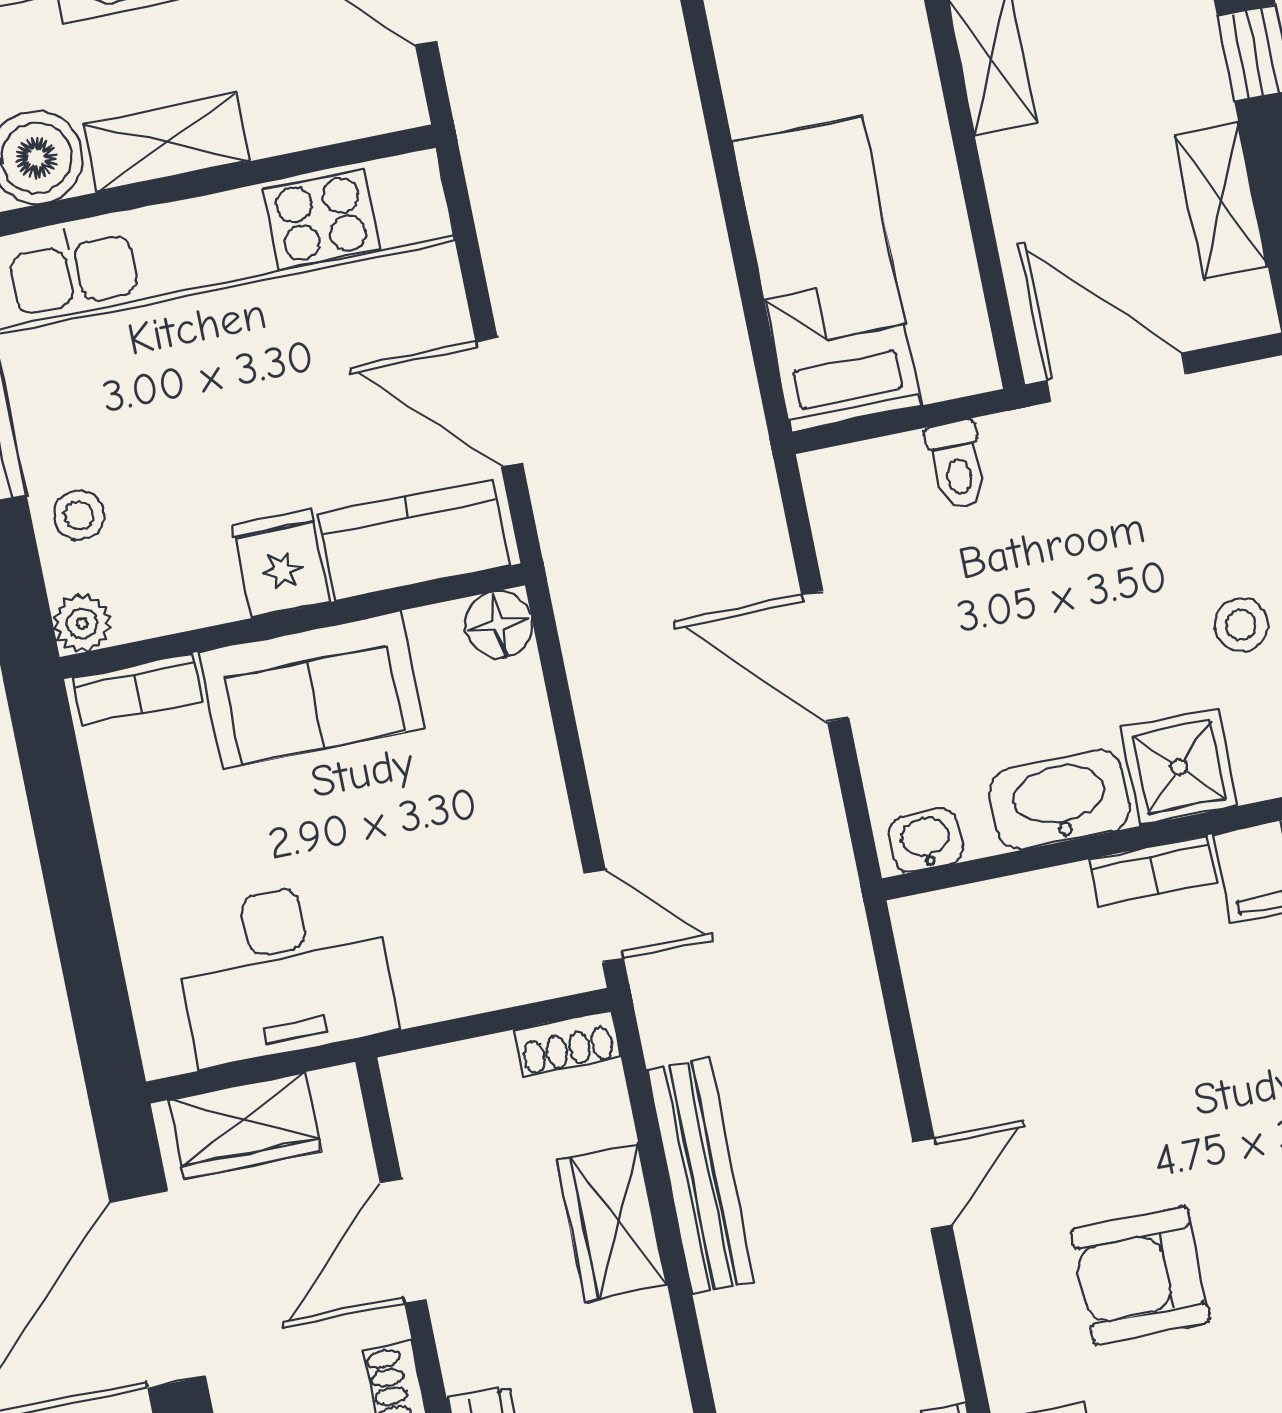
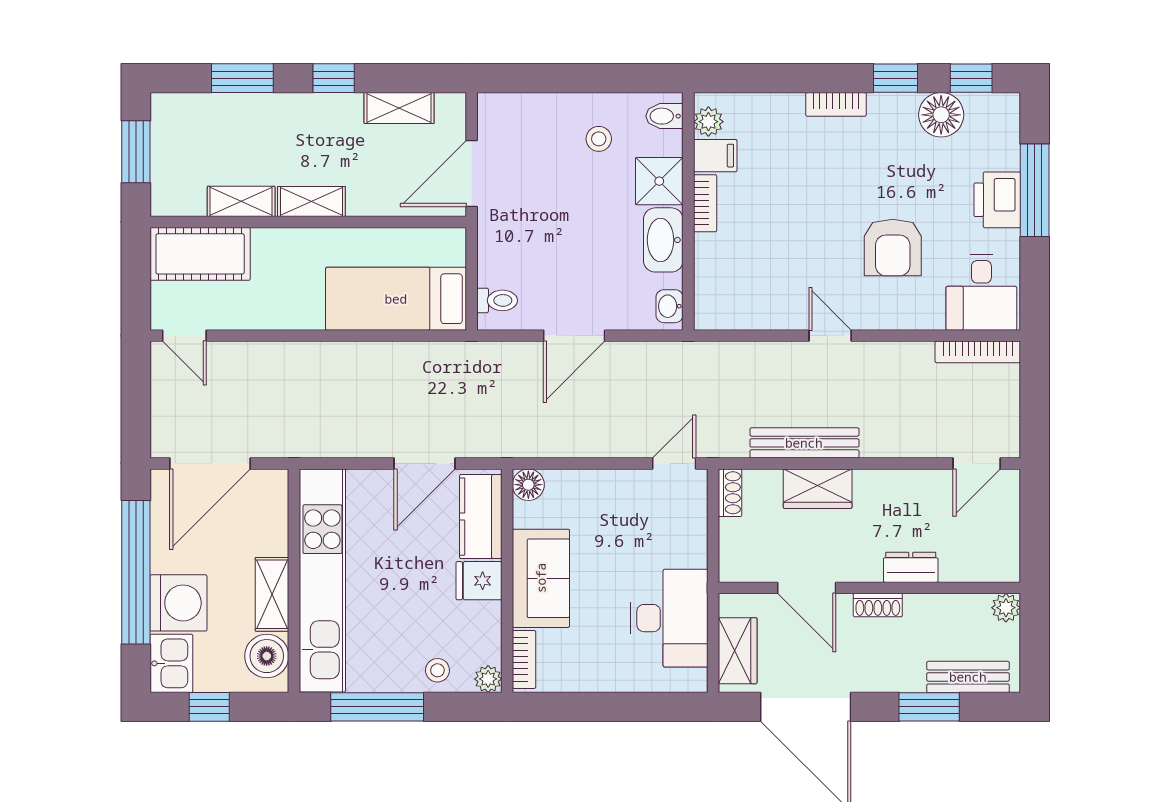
toilet: (957, 465) -> (497, 300), moved

